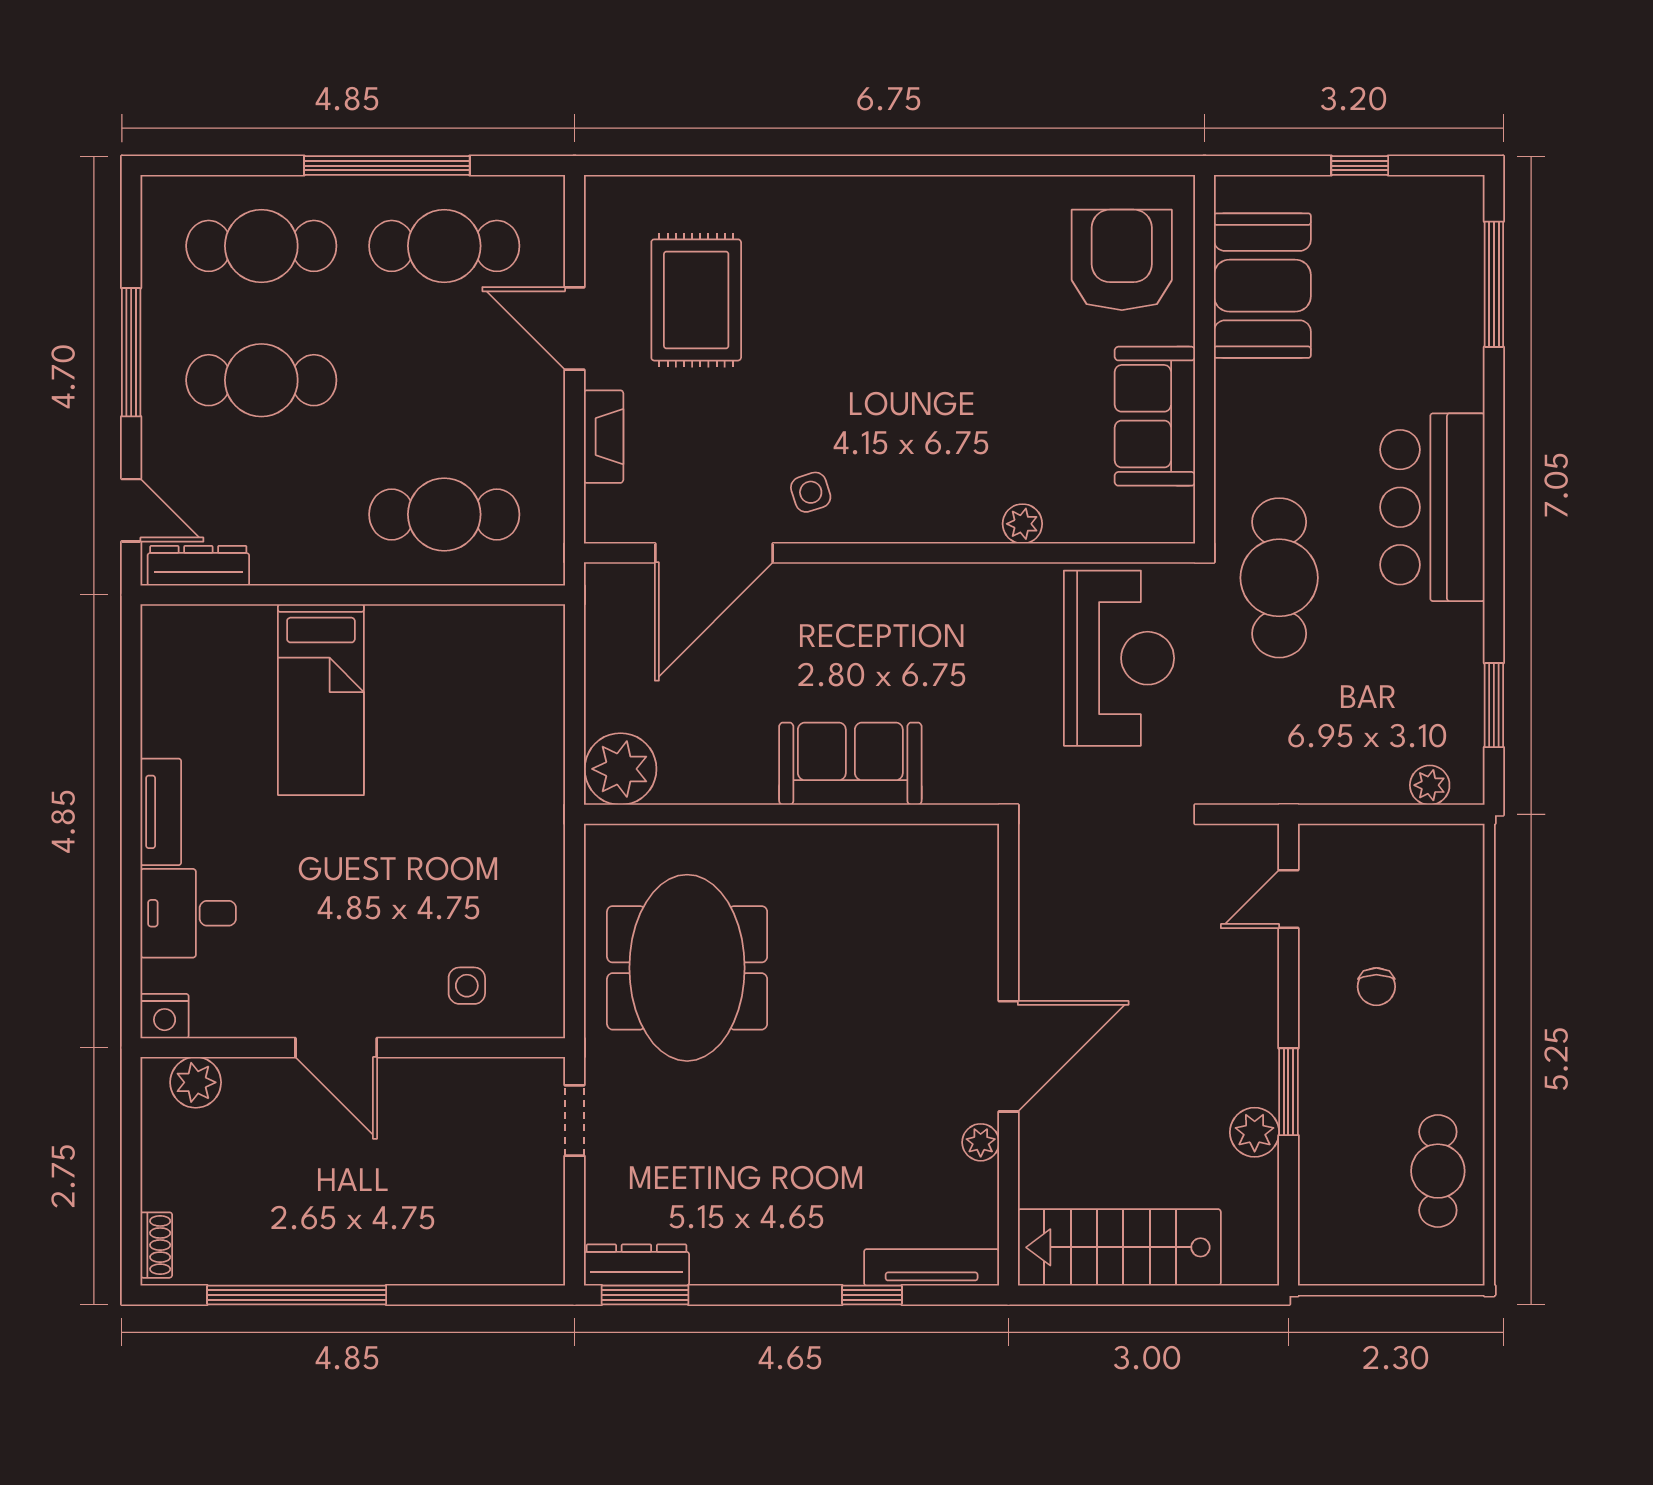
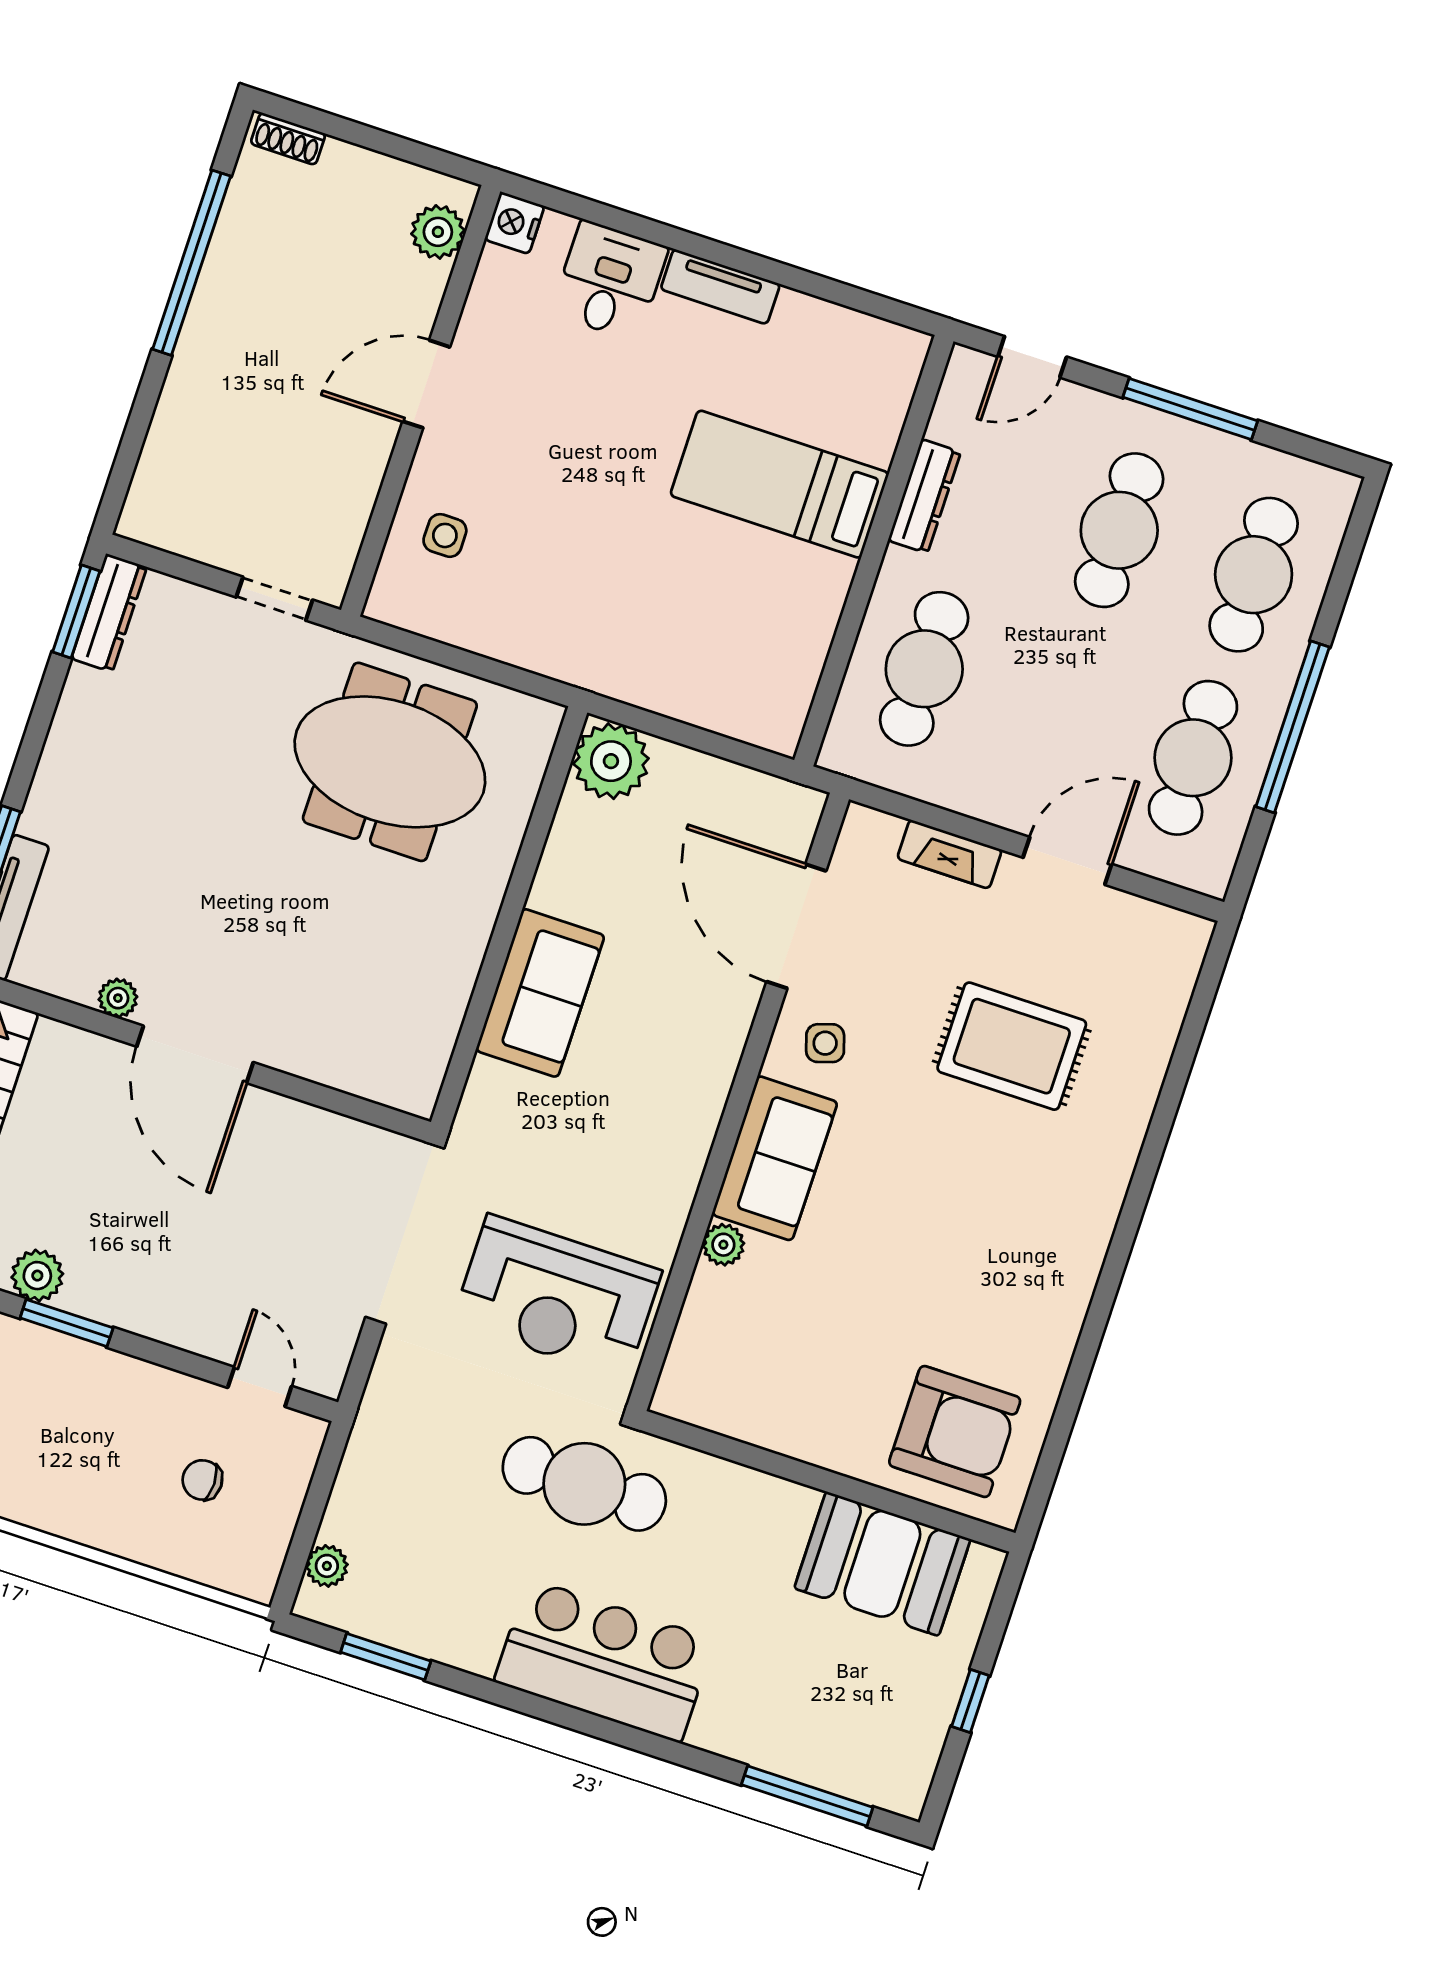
rug: (696, 300) -> (1012, 1046), moved
sofa: (1155, 416) -> (775, 1158), moved, turned 90
dresser: (198, 566) -> (924, 496), moved
chair: (1376, 987) -> (202, 1480), moved

